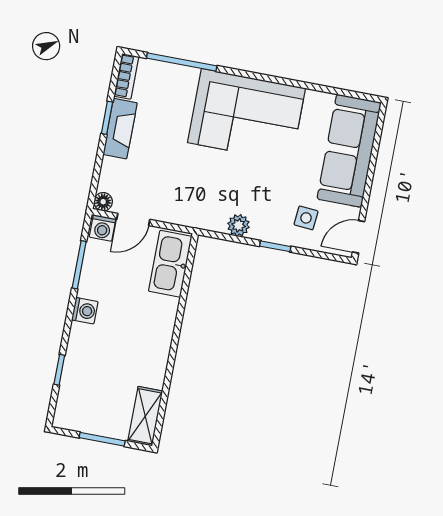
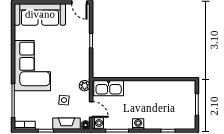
fireplace: (120, 129) -> (66, 124), moved
side table: (306, 218) -> (64, 100), moved
plant: (239, 225) -> (85, 86), moved
shelving: (145, 416) -> (182, 86), removed

